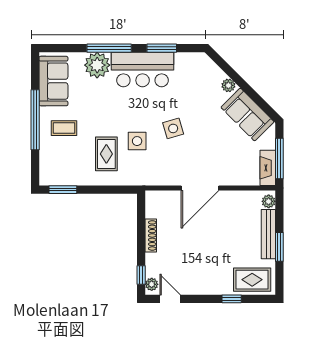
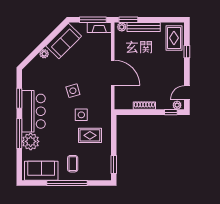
window: (279, 247) -> (128, 20), moved

